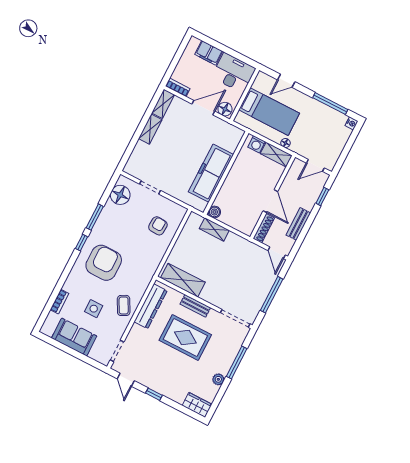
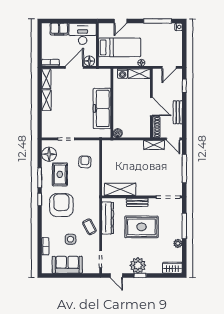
rug: (121, 225) -> (60, 174), added
shelving: (214, 229) -> (154, 145), moved
plant: (157, 381) -> (138, 265), added

